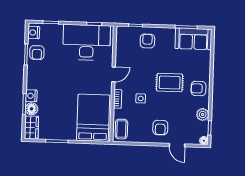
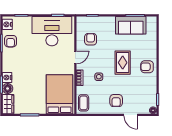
sofa: (193, 39) -> (131, 25), moved
armchair: (147, 41) -> (91, 39), moved
rug: (170, 83) -> (123, 63), turned 90
plant: (203, 114) -> (151, 88), removed

